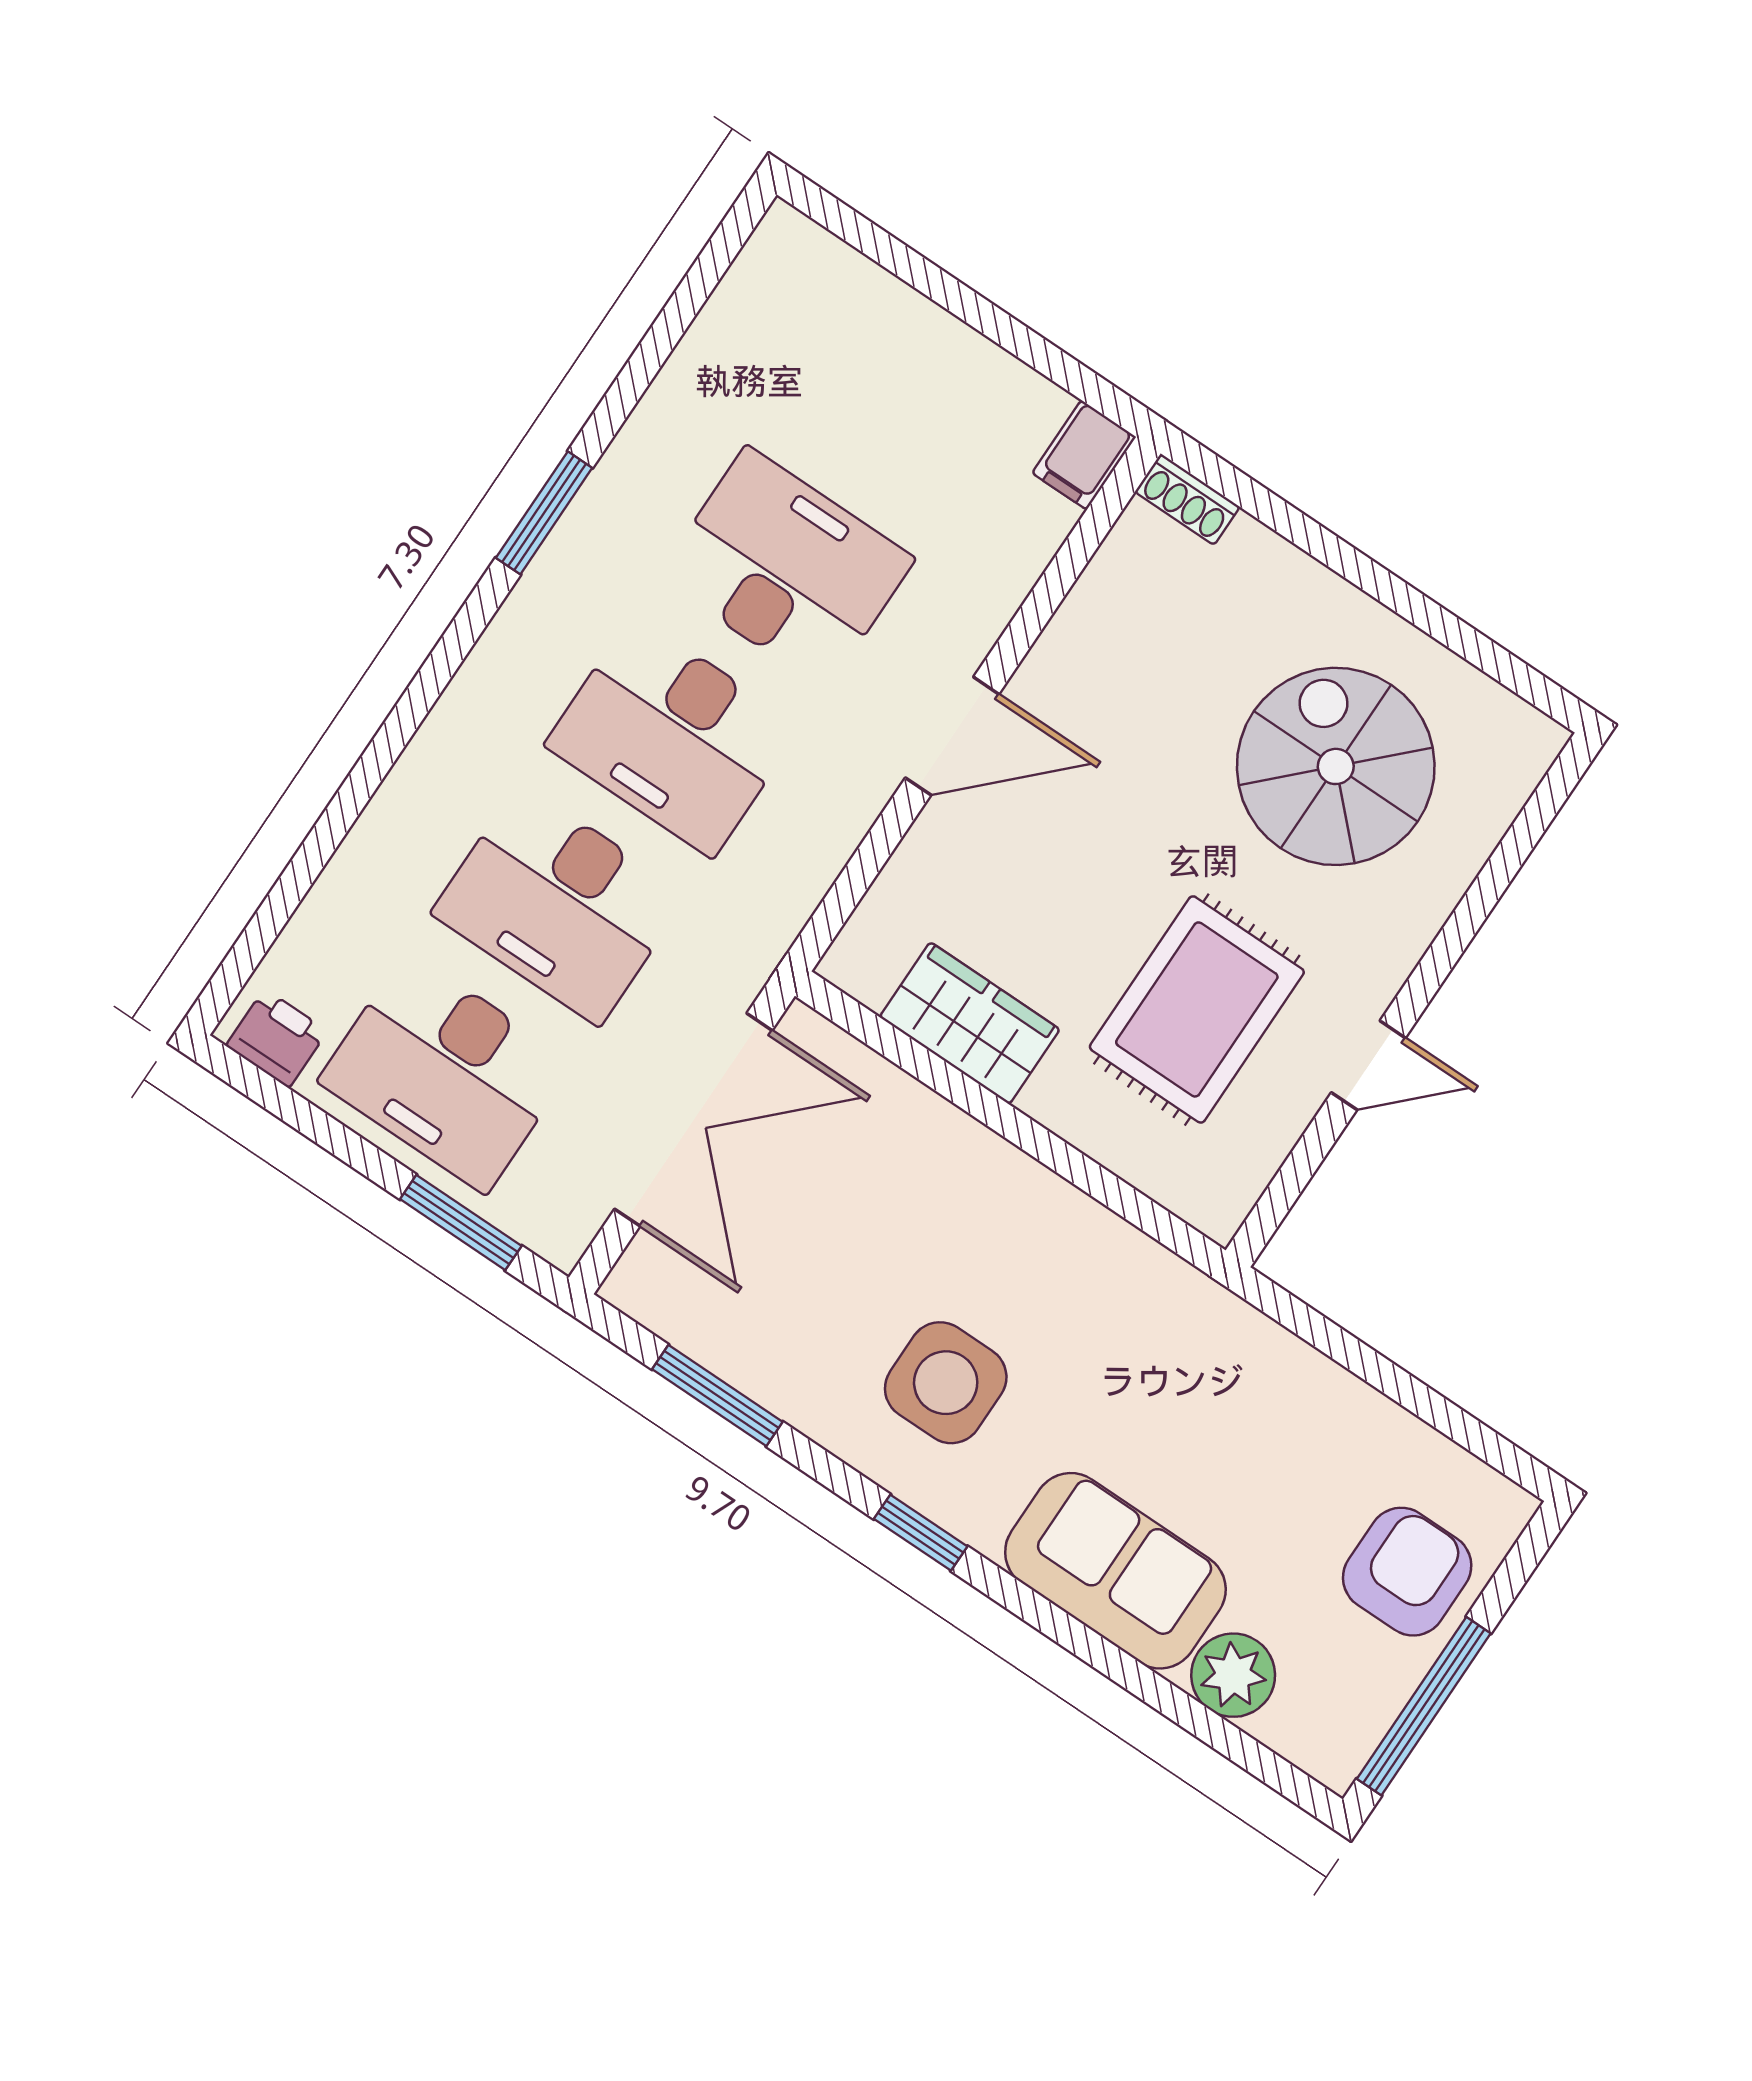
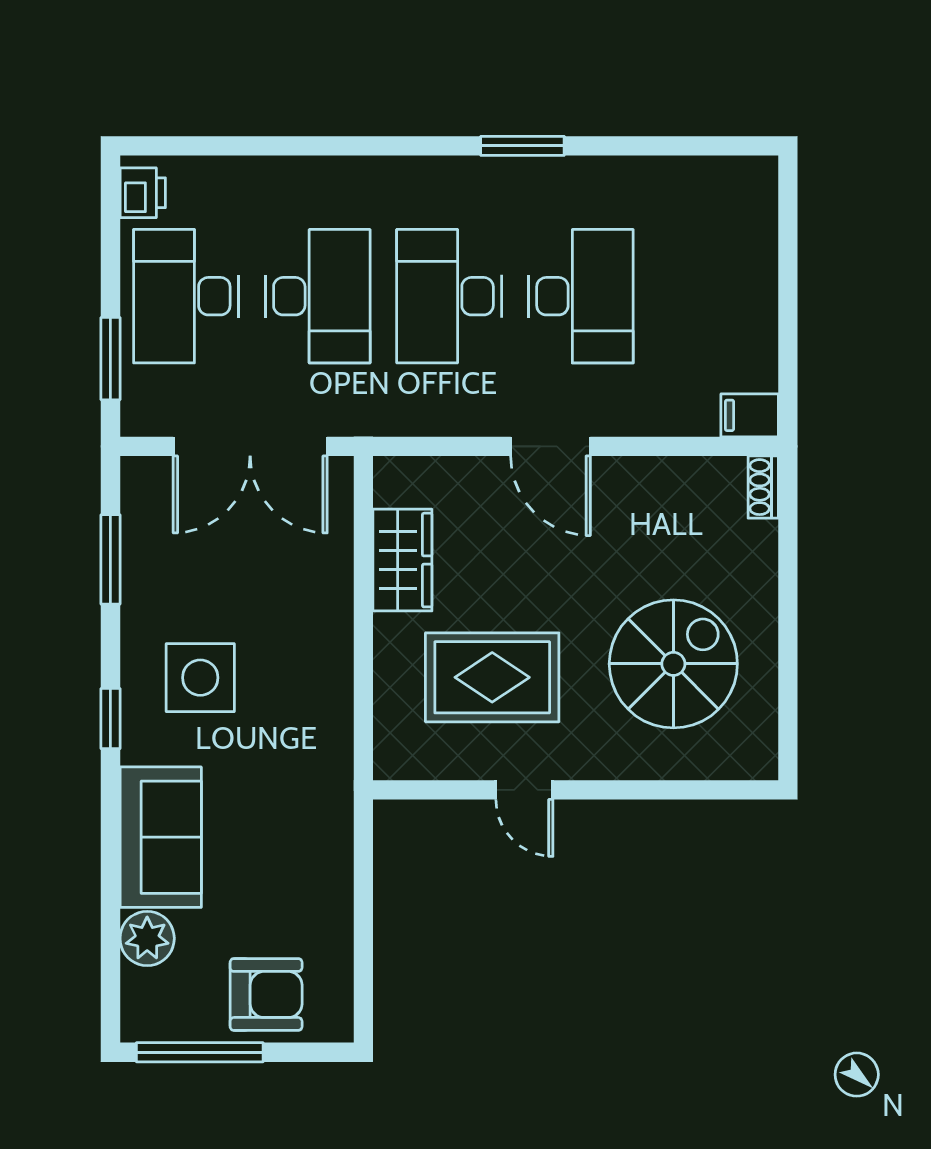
desk: (560, 904) -> (318, 296), turned 180

